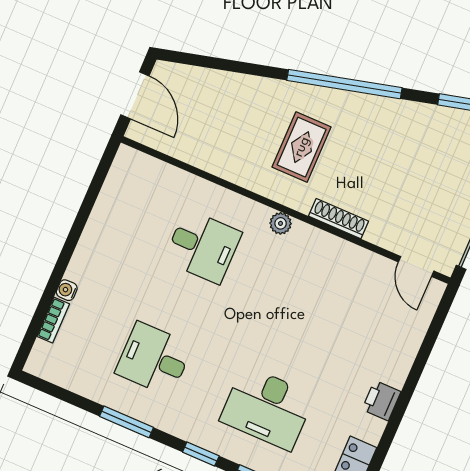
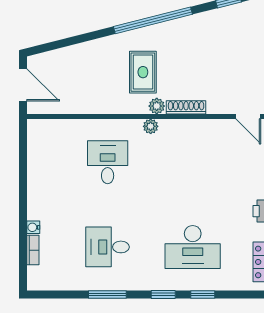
plant: (300, 200) -> (157, 106), added
desk: (203, 246) -> (108, 162), turned -90

